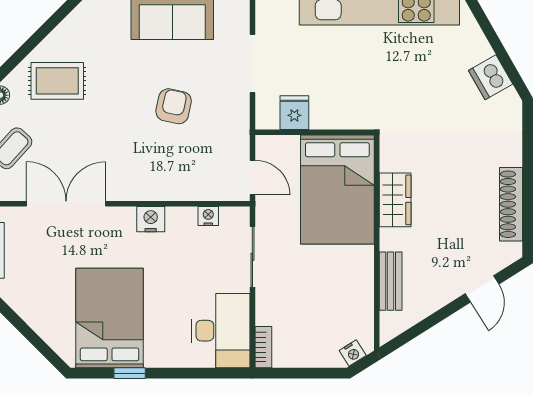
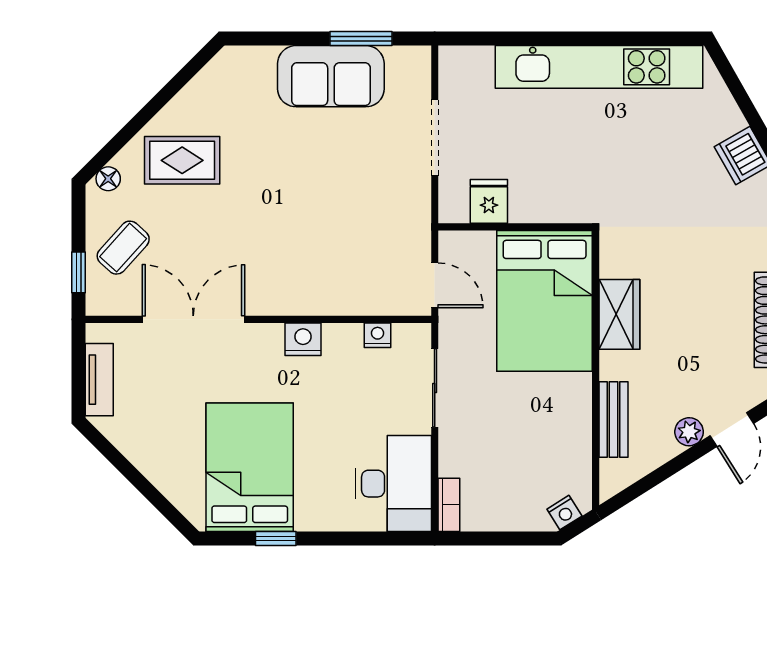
armchair: (174, 106) -> (333, 193), removed
plant: (449, 291) -> (689, 432), added

